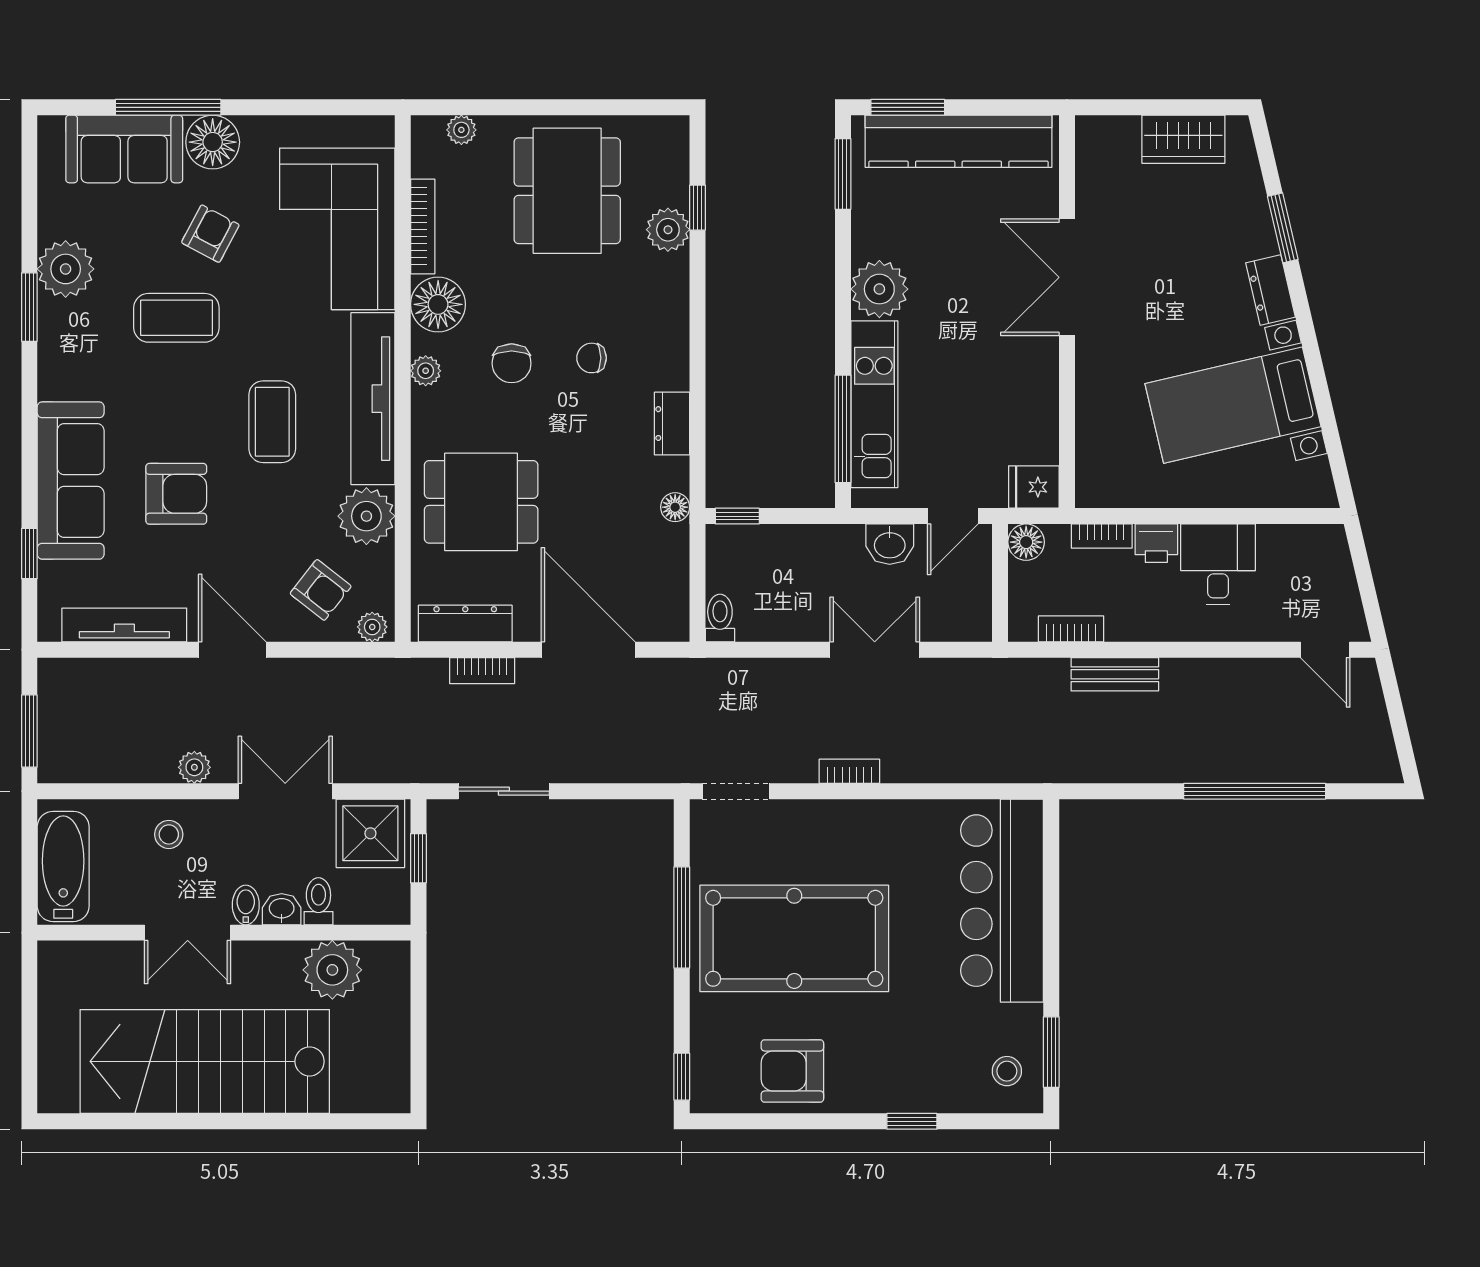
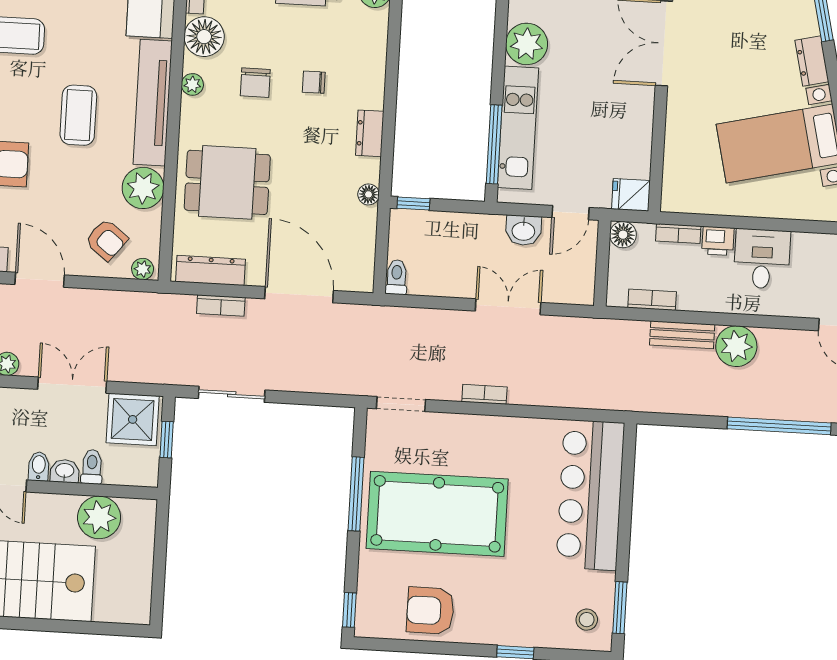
plant: (1190, 686) -> (736, 346), added

